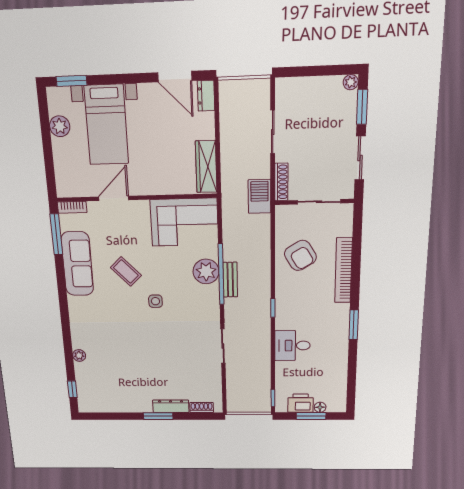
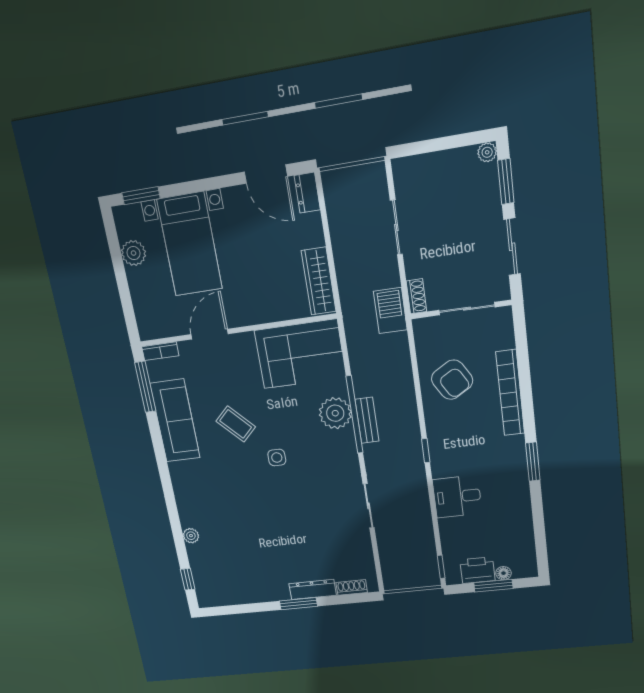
shoe rack: (281, 182) -> (416, 296), width x0.70

